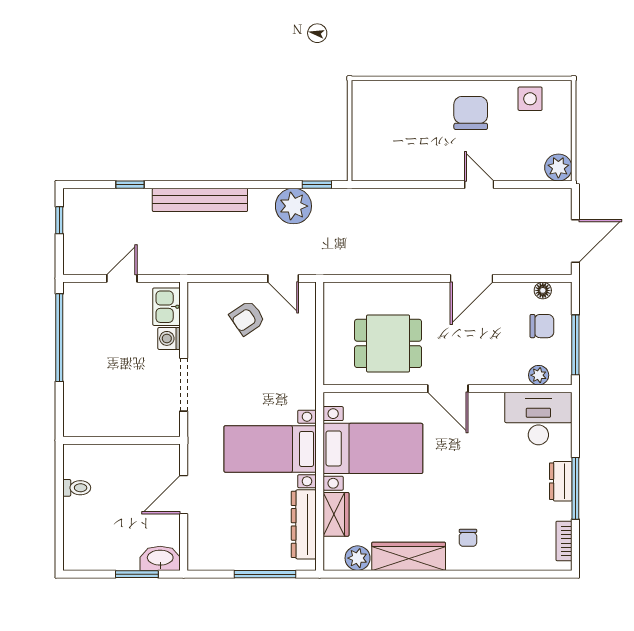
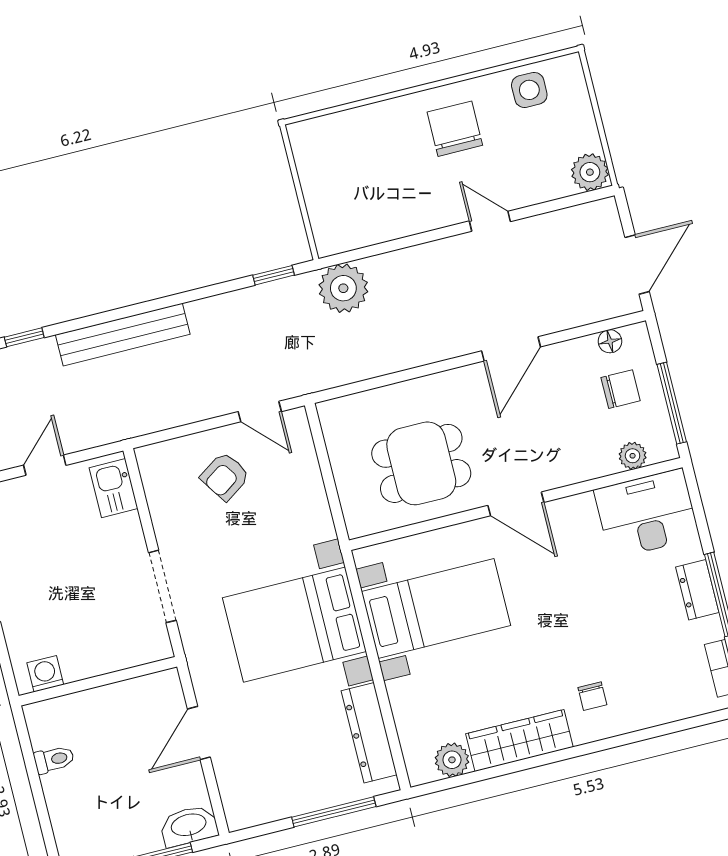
plant: (293, 206) -> (343, 288), moved
washing machine: (169, 338) -> (45, 674), moved, turned 90
bed with nightstands: (270, 449) -> (294, 625), width x1.36
wardrobe: (336, 514) -> (409, 709), removed

